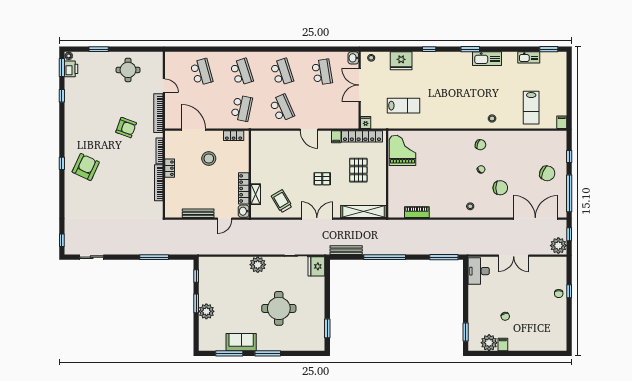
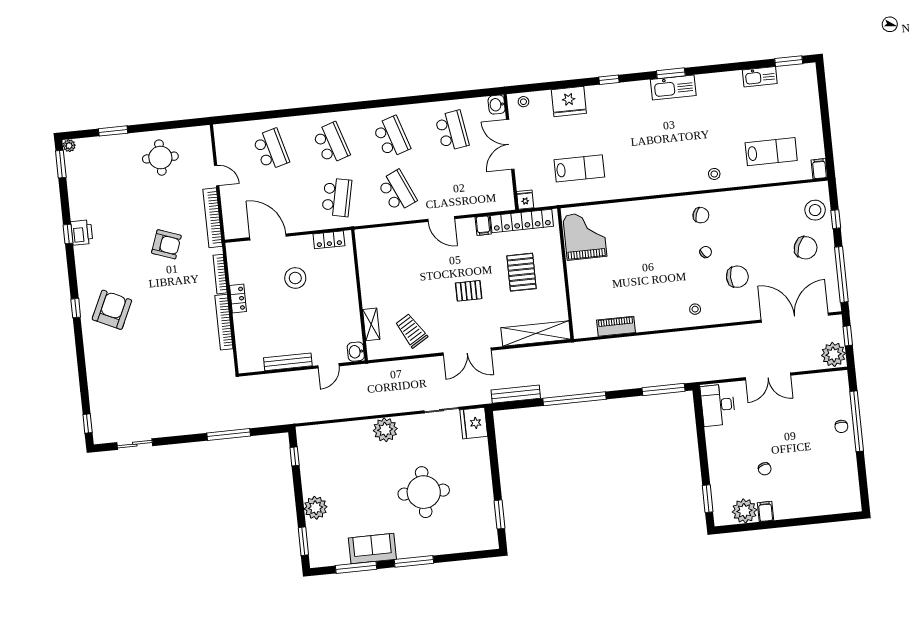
kitchen sink: (487, 59) -> (673, 87), moved
printer: (71, 69) -> (82, 232), moved
window: (62, 96) -> (68, 234), moved
lab bench: (531, 108) -> (771, 152), turned -90
stool: (556, 149) -> (815, 210), added
locker: (244, 188) -> (352, 317), removed
double door: (317, 219) -> (467, 352), swing flipped
window: (569, 291) -> (857, 421), width x3.17
window: (196, 303) -> (303, 541), moved

